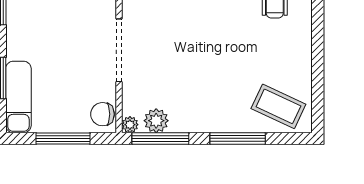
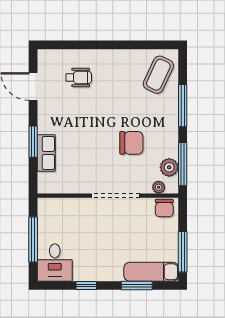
chair: (188, 71) -> (131, 143), added
plant: (130, 125) -> (159, 187), moved
window: (63, 138) -> (183, 252), moved

